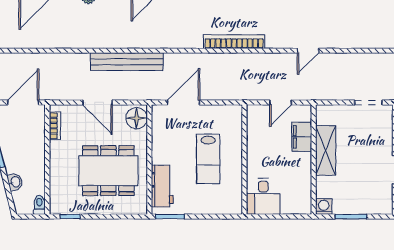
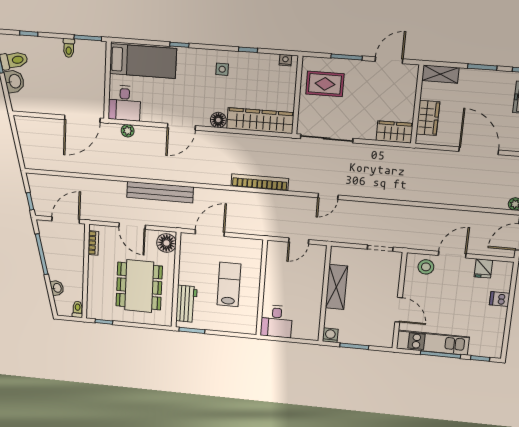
filing cabinet: (302, 137) -> (316, 273), removed
lab bench: (208, 159) -> (229, 284), turned 180
dining table: (108, 171) -> (139, 286), turned 90

